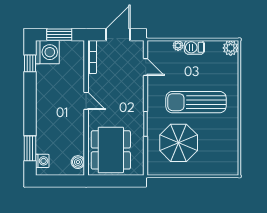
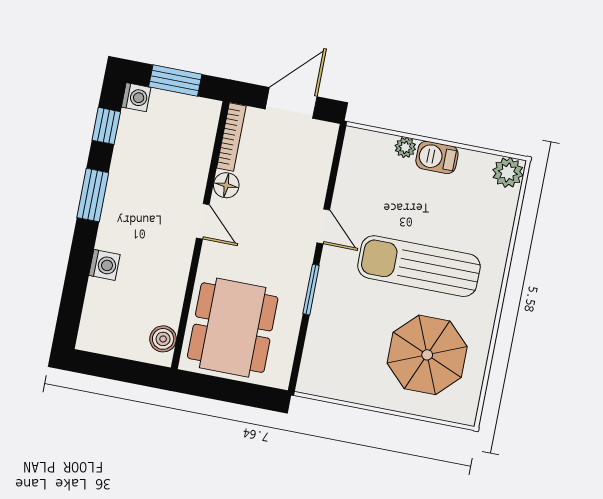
washing machine: (47, 52) -> (136, 97), width x0.53, depth x0.53
door: (146, 67) -> (323, 226), moved
floor lamp: (94, 81) -> (226, 185), added
parasol: (179, 143) -> (427, 355), moved
window: (30, 148) -> (93, 195), moved
washing machine: (42, 161) -> (104, 265), moved

